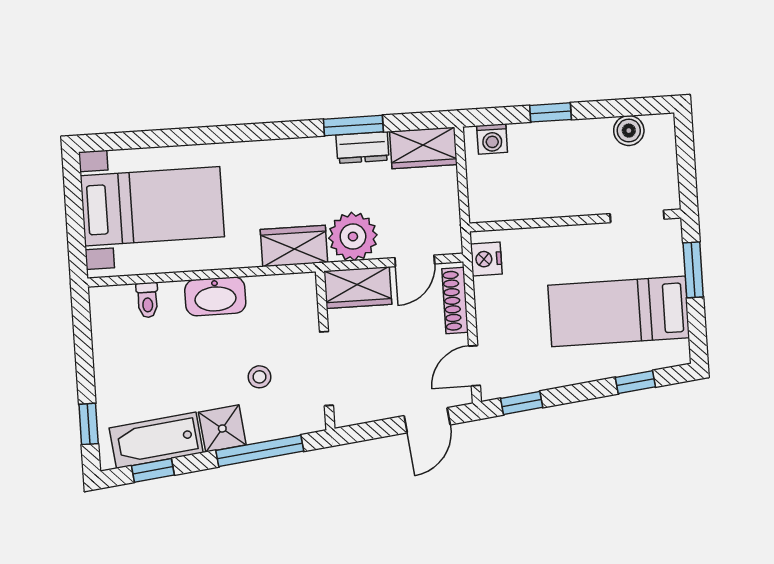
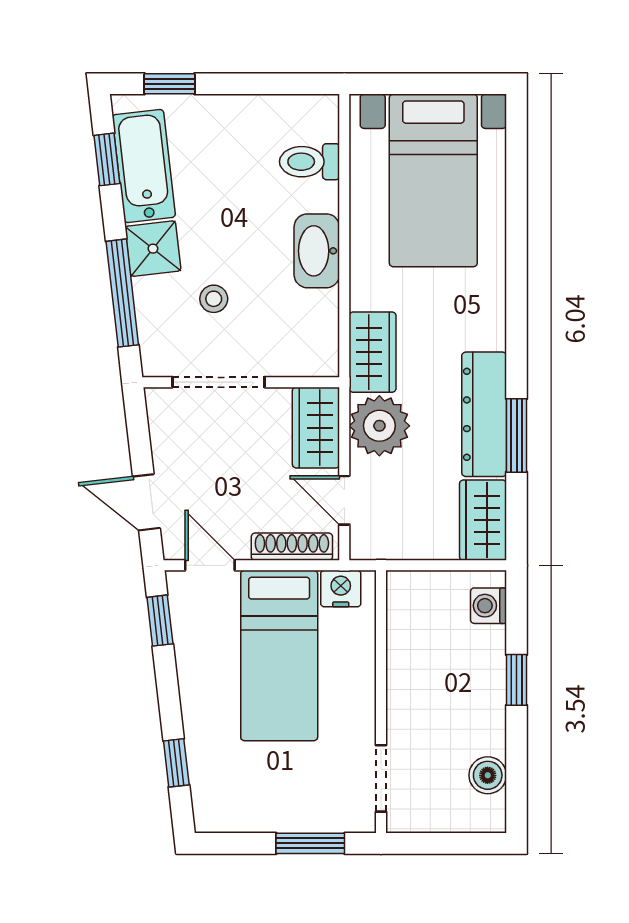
dresser: (362, 148) -> (484, 414), width x1.96, depth x1.24
toilet: (147, 300) -> (310, 162), width x1.37, depth x1.39
bed: (619, 311) -> (279, 656), moved, turned 180

